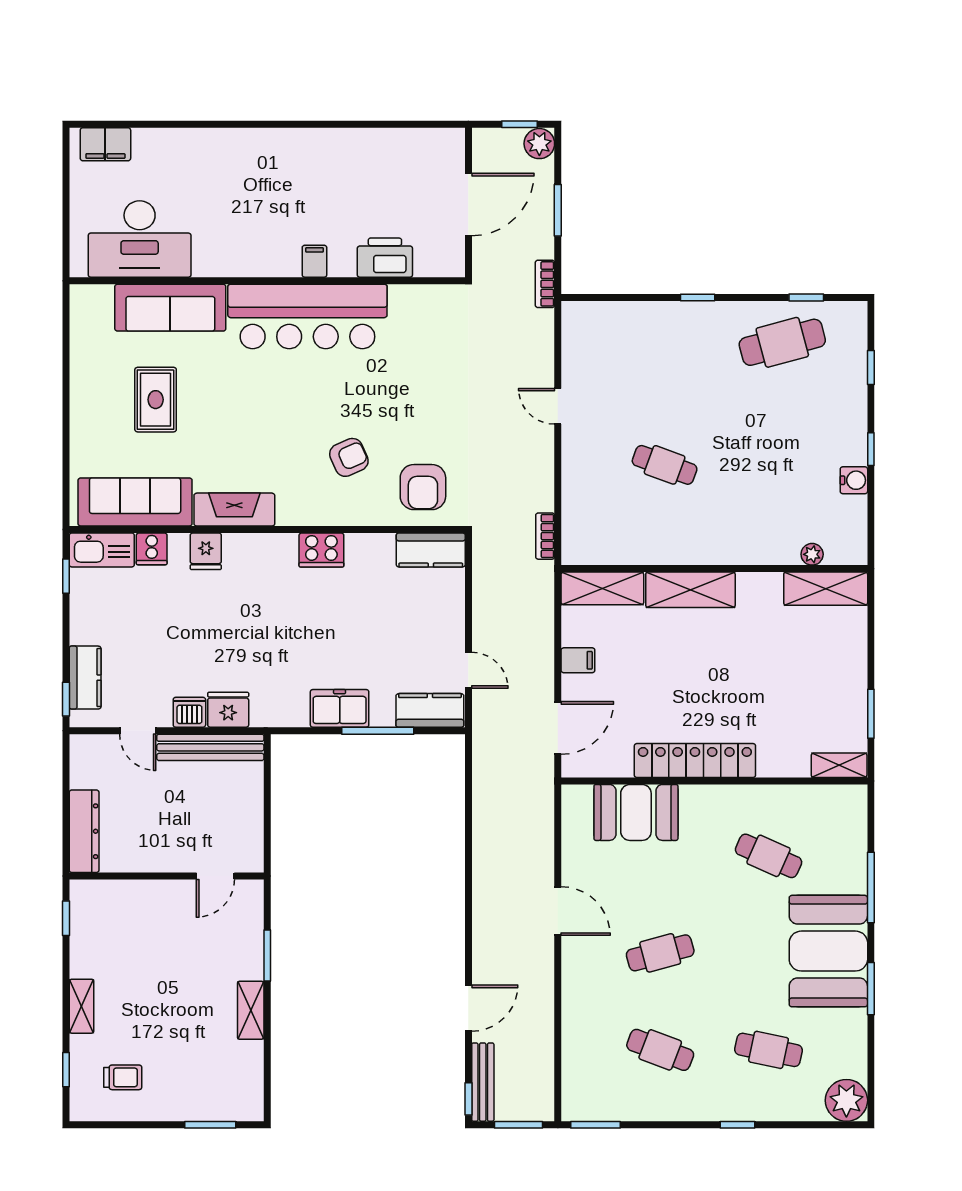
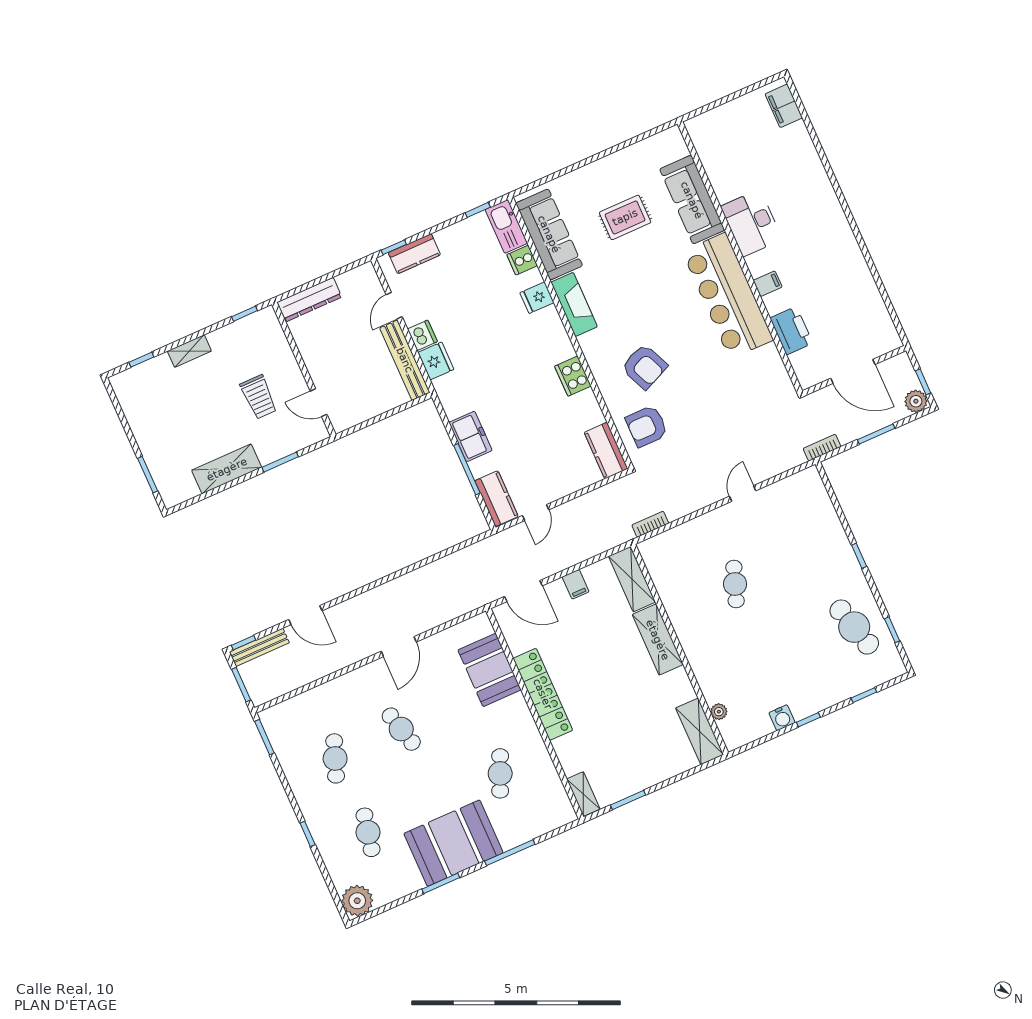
desk: (140, 239) -> (751, 223), moved, width x0.73, depth x0.77
armchair: (349, 457) -> (644, 367), width x1.38, depth x1.38
shelving: (251, 1010) -> (227, 469), width x1.50, depth x1.33
trolley: (123, 1077) -> (259, 397), moved, width x1.36, depth x1.39

